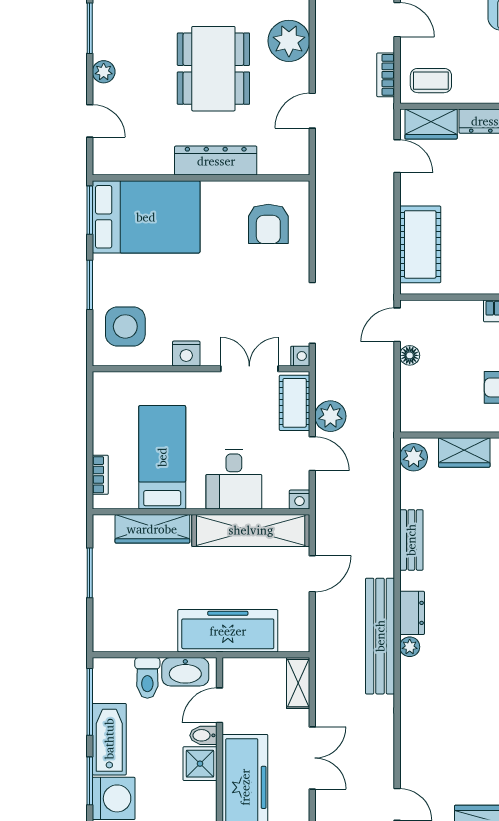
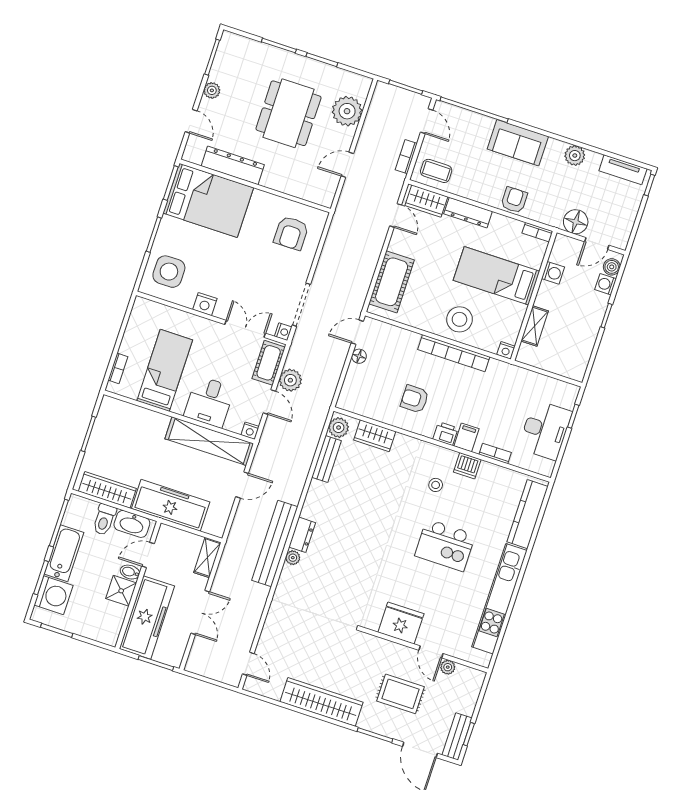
dresser: (216, 161) -> (233, 165), moved
wardrobe: (152, 529) -> (107, 490), moved, turned 180
bench: (411, 540) -> (326, 459), moved

